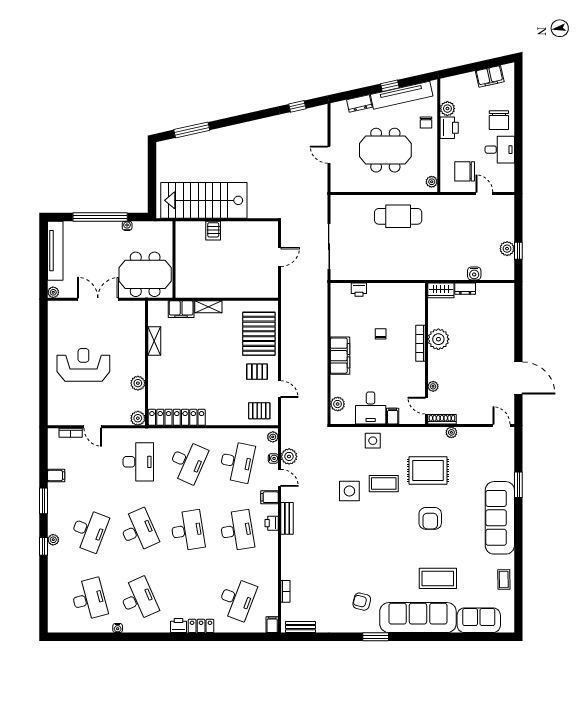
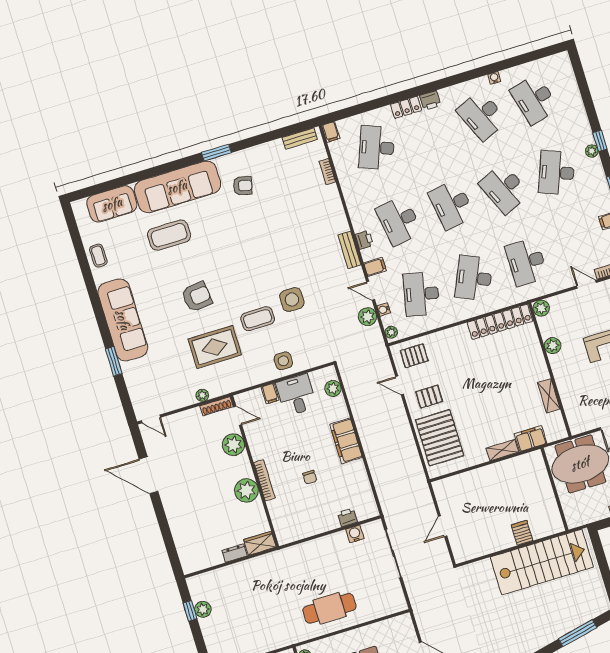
water cooler: (474, 273) -> (355, 534), moved
plant: (433, 386) -> (233, 445), width x1.88, depth x1.88
armchair: (430, 518) -> (197, 297), turned 84

